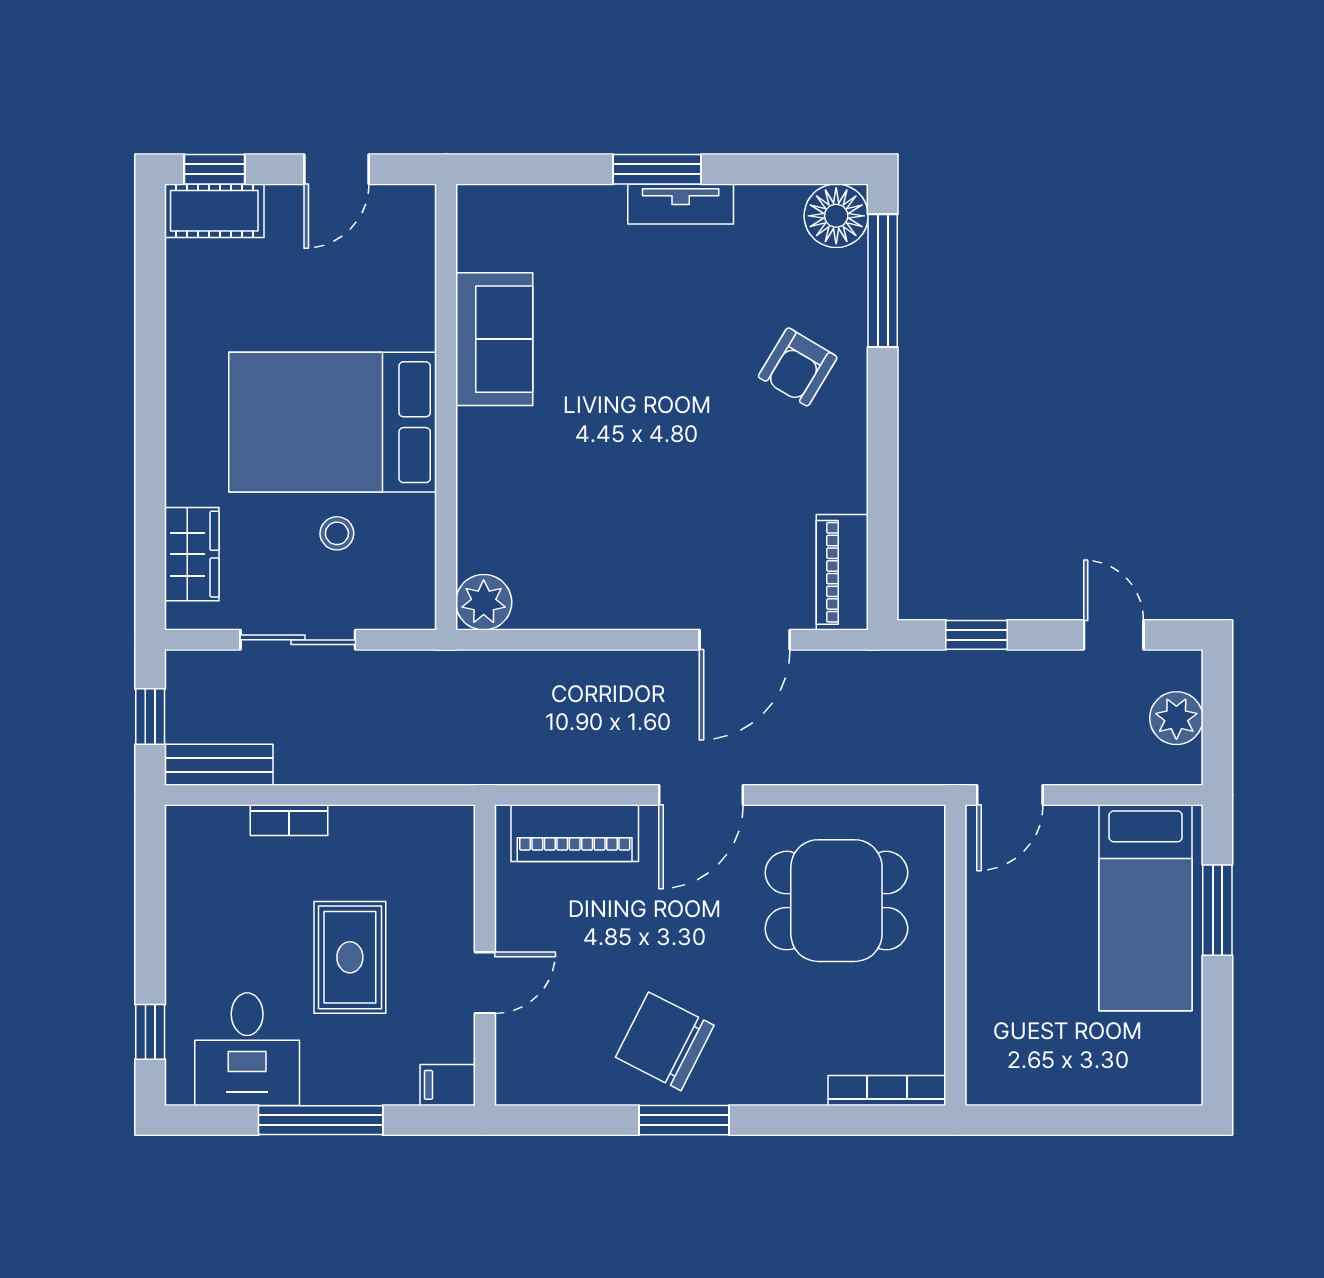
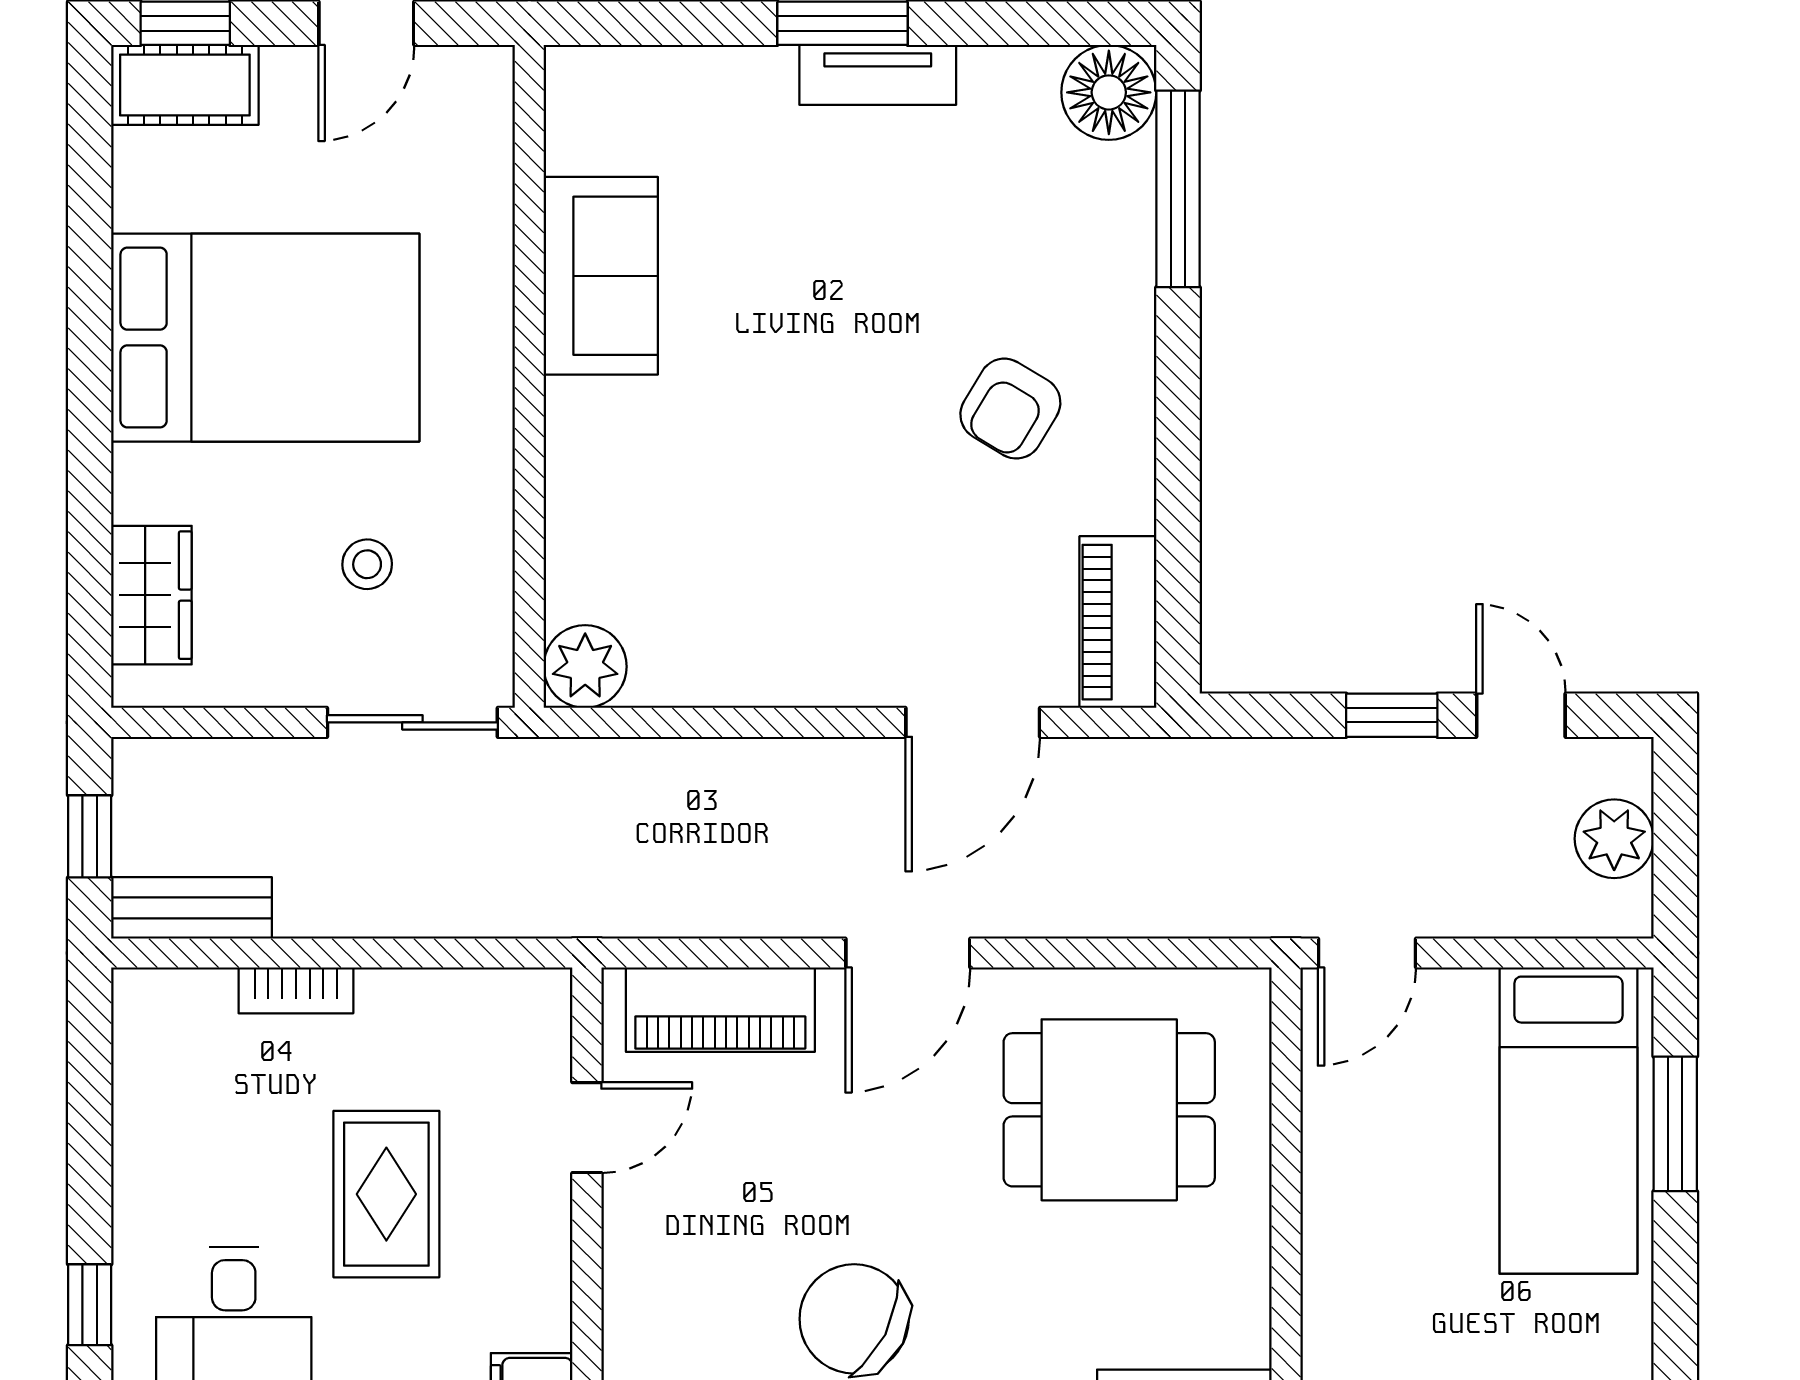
armchair: (798, 367) -> (1010, 409), moved
bed: (333, 422) -> (265, 338), moved, turned 180
window: (976, 635) -> (1392, 715), moved
sliding door: (298, 640) -> (412, 722), moved
door: (485, 983) -> (587, 1128), moved

